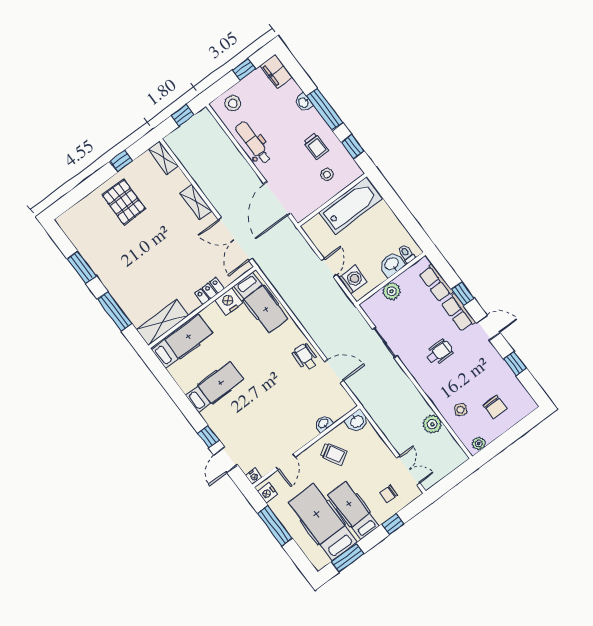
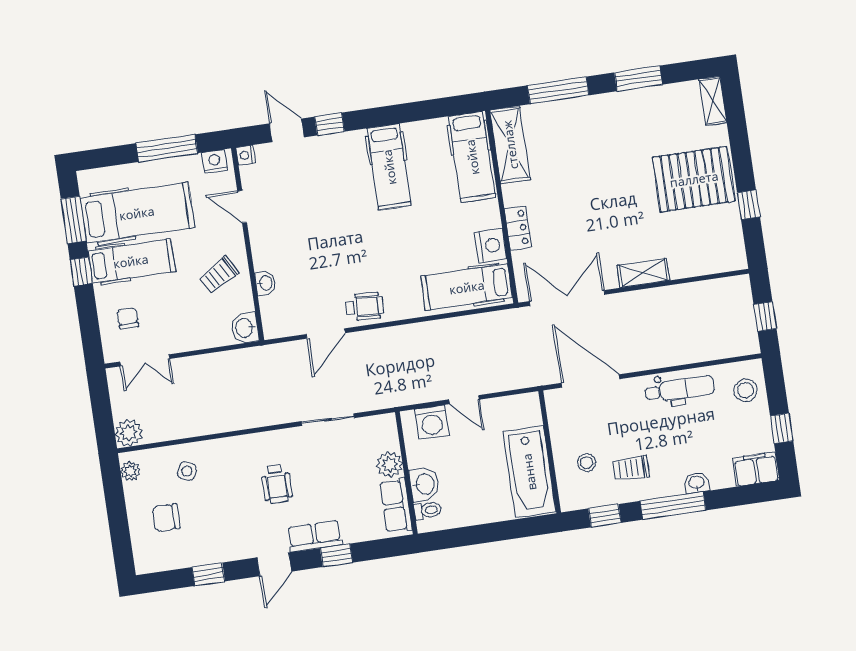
shelving: (163, 158) -> (713, 101), moved, turned 90
pallet: (124, 202) -> (694, 179), width x1.37, depth x1.41
row of seats: (436, 283) -> (396, 506), moved, turned -90
plant: (432, 424) -> (129, 433), moved
window: (393, 524) -> (81, 271), moved

